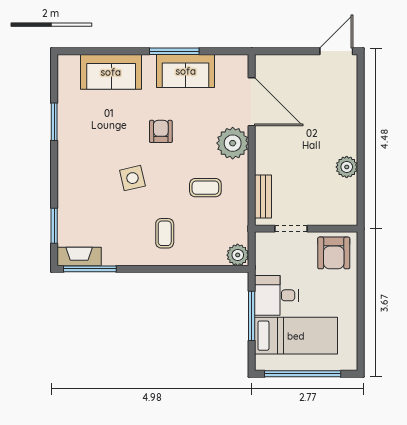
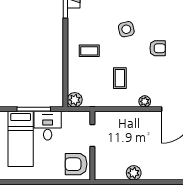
plant: (233, 143) -> (145, 101), width x0.53, depth x0.53
bench: (263, 196) -> (114, 117), removed

